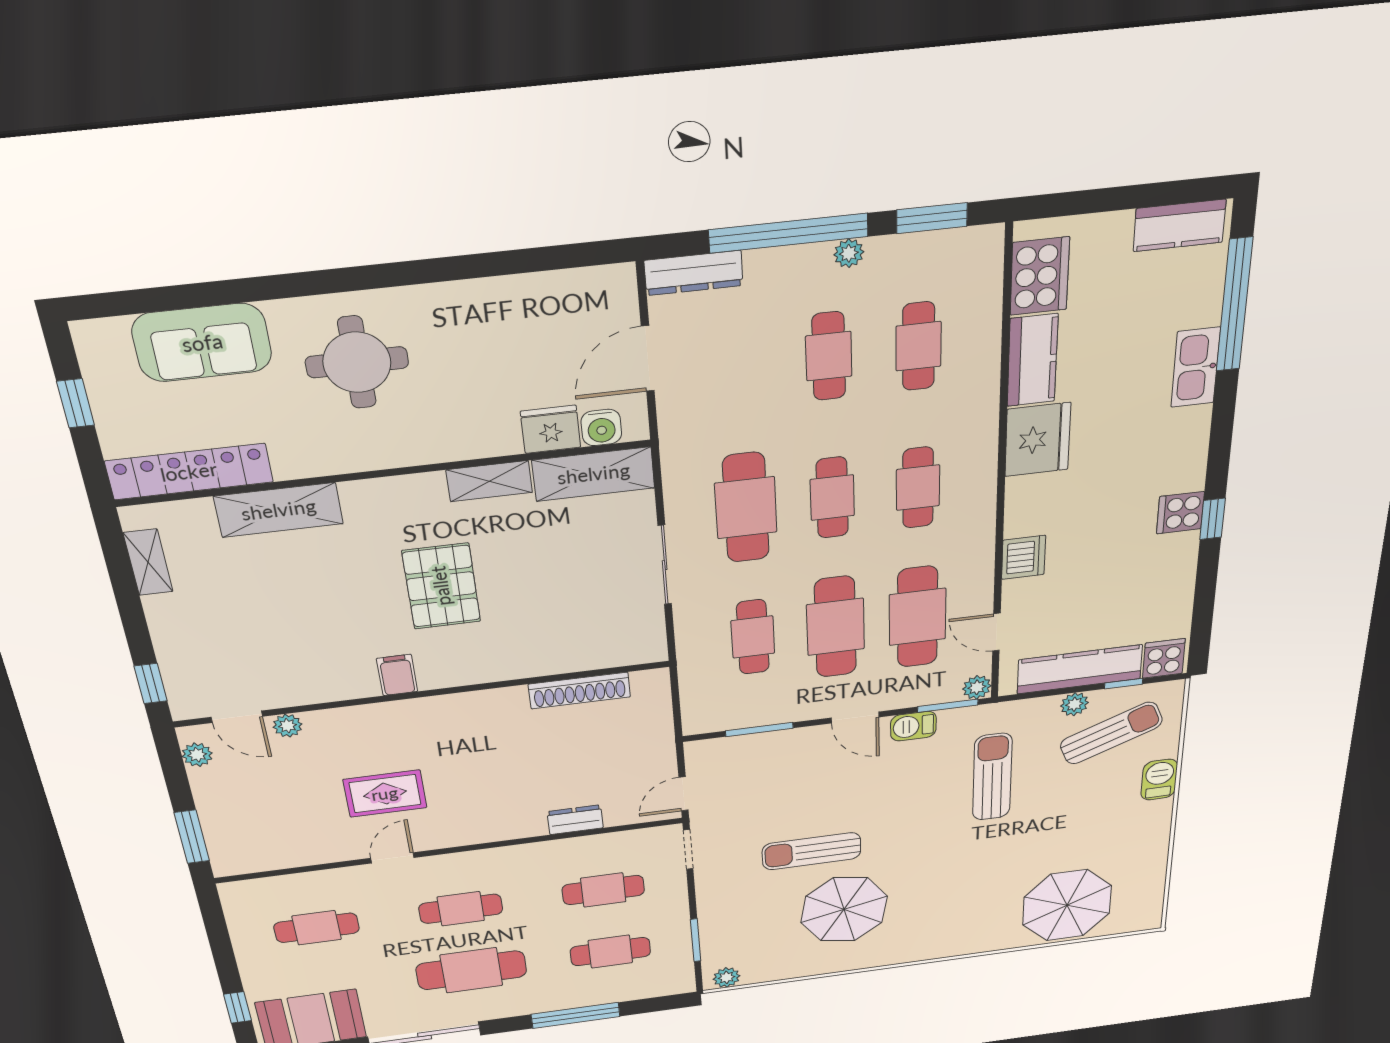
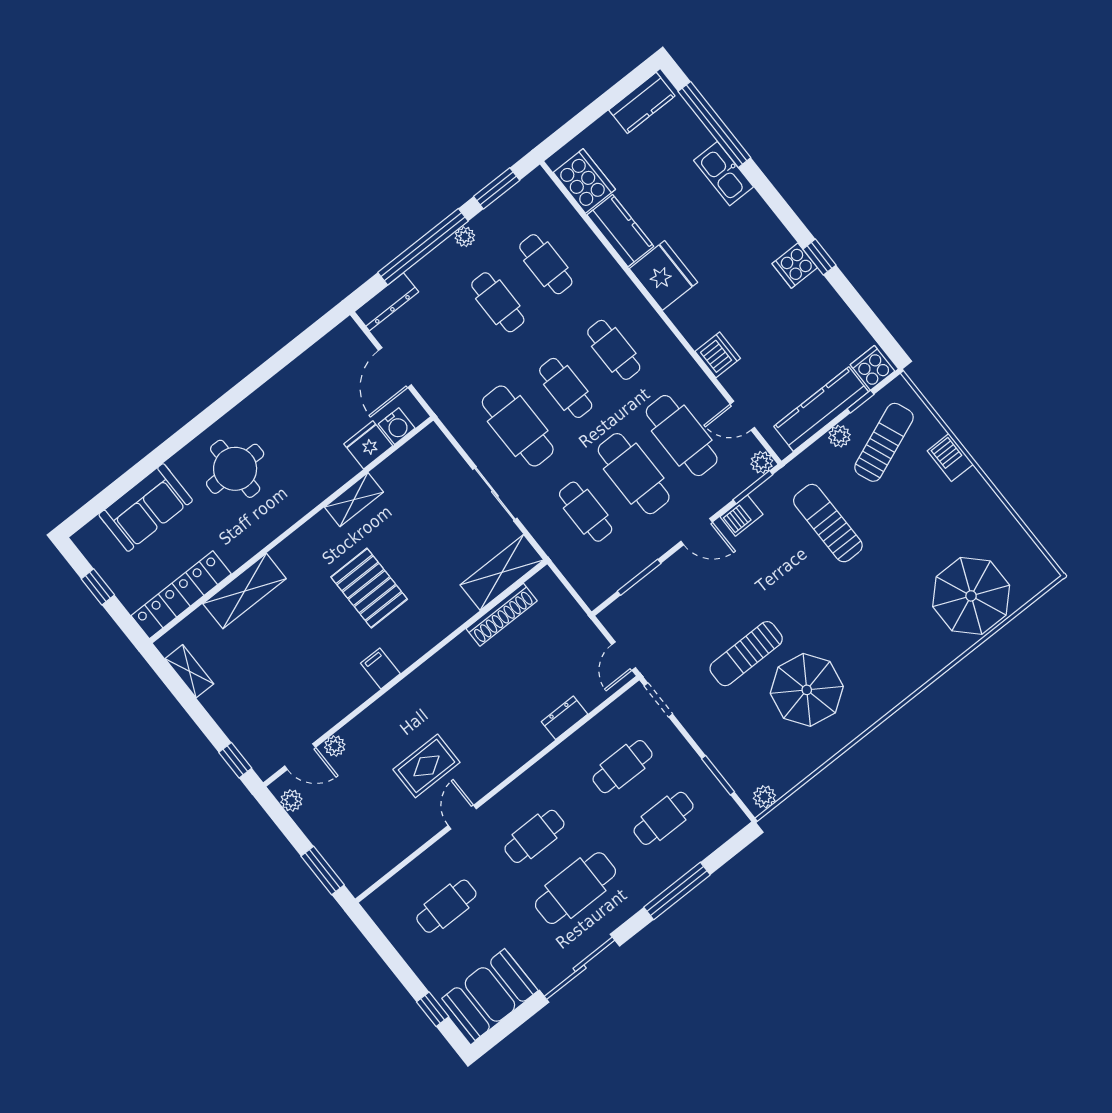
shelving: (594, 474) -> (502, 572), moved

